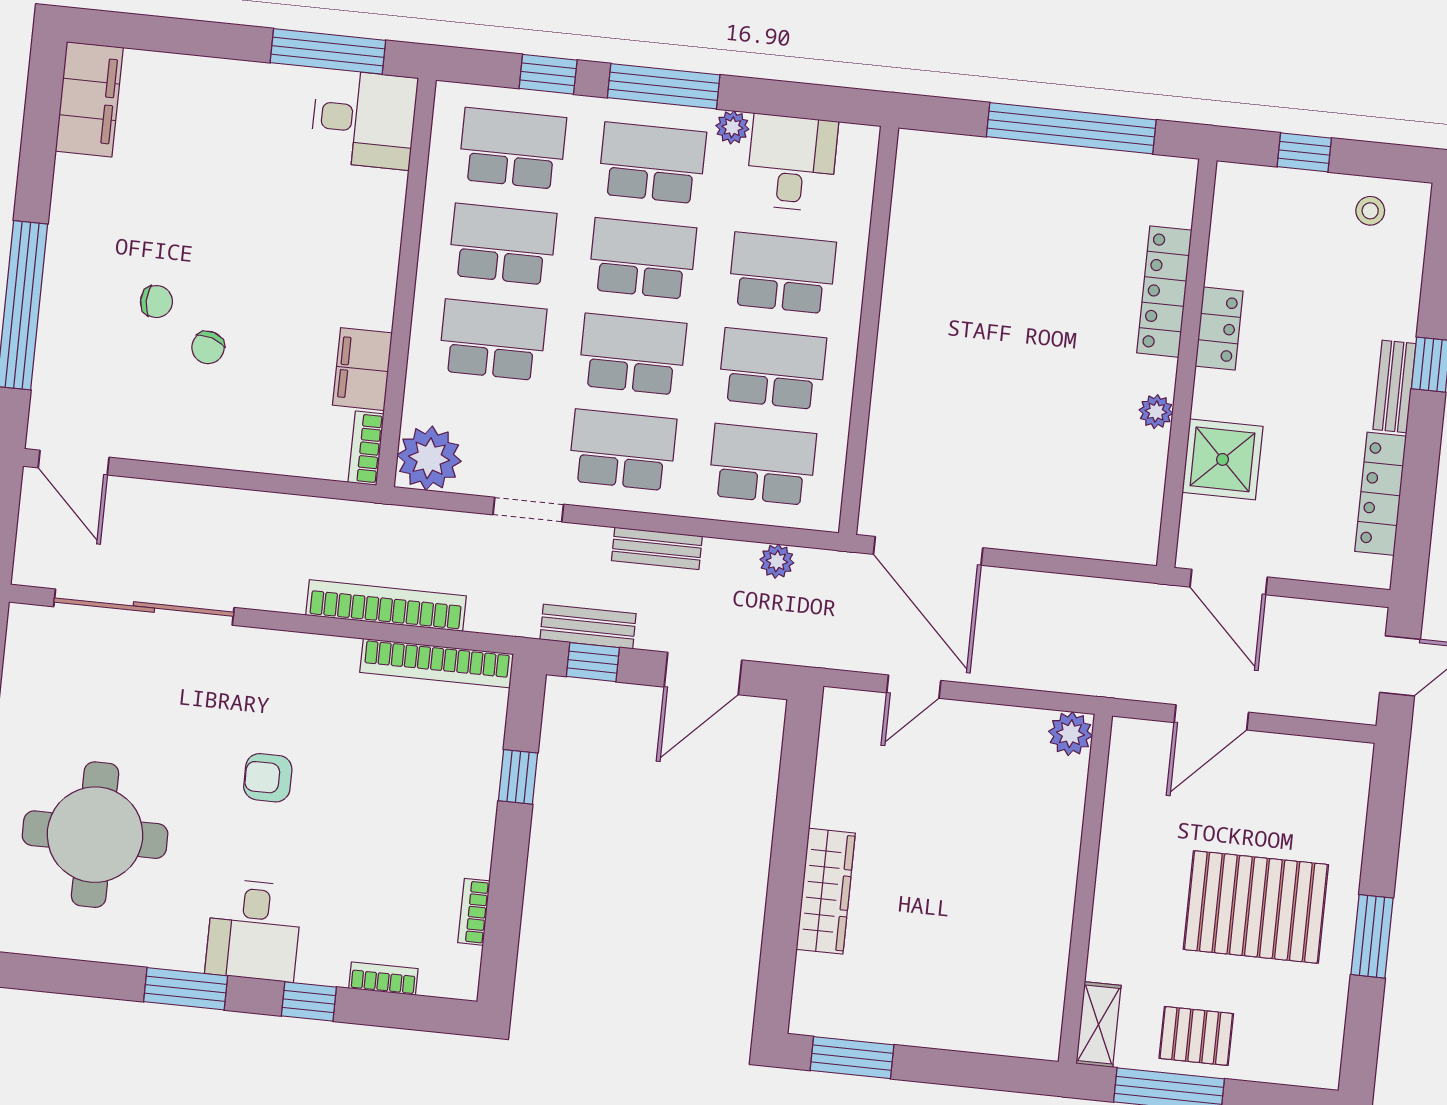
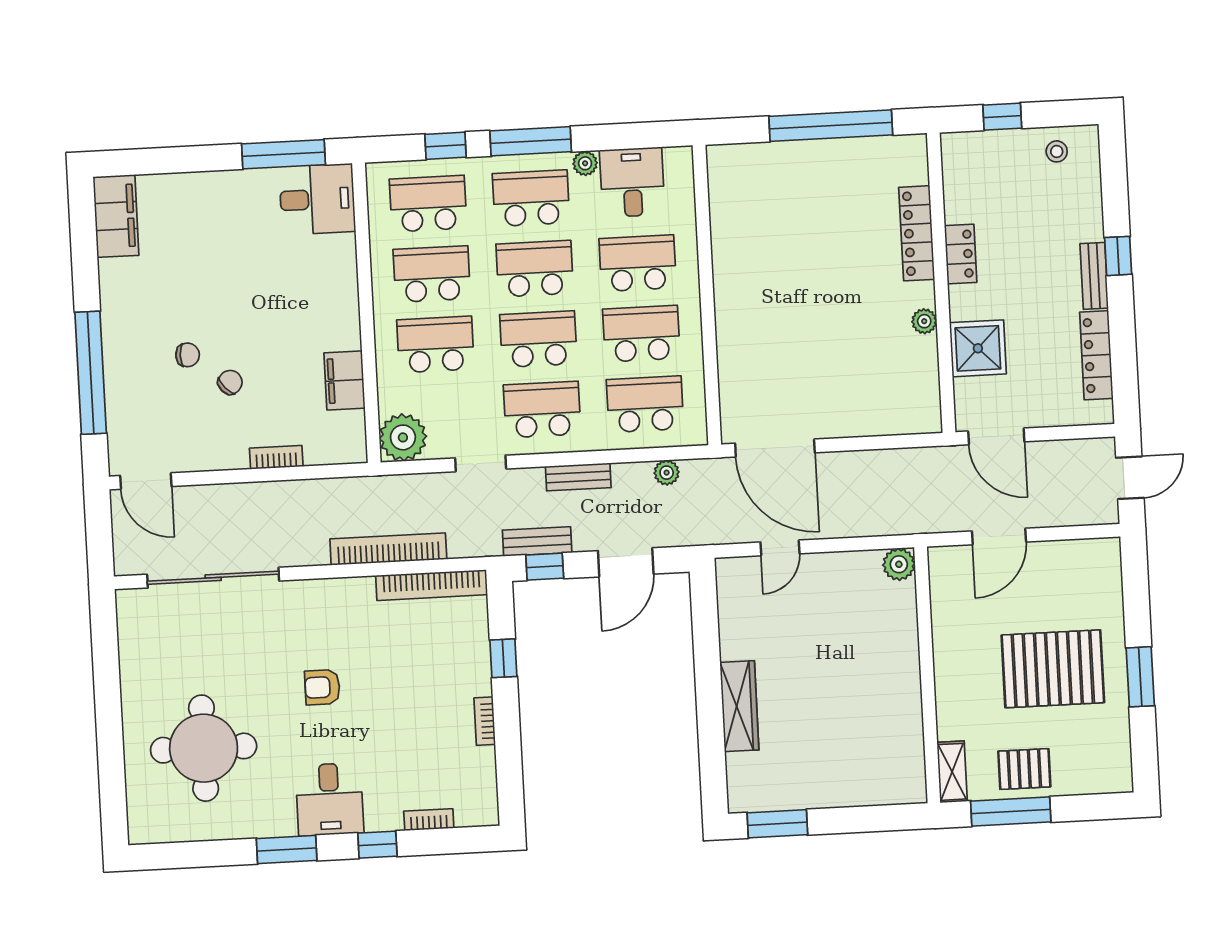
chair: (208, 347) -> (230, 382), turned -149
bookcase: (366, 448) -> (276, 457), moved, turned 90
bookcase: (474, 912) -> (485, 721), moved

